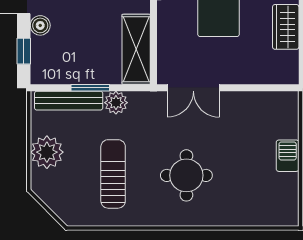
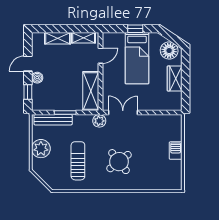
double door: (193, 88) -> (123, 113), swing flipped
plant: (116, 103) -> (99, 121), moved
round table: (186, 175) -> (119, 162), turned -38

